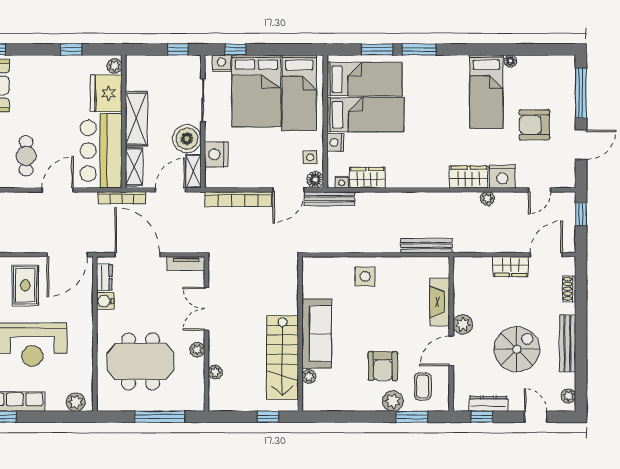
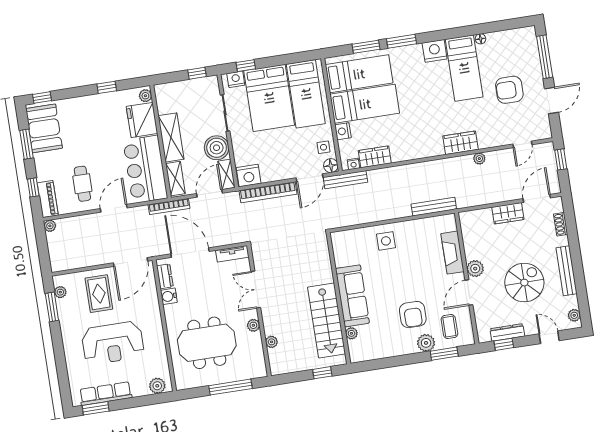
nightstand: (216, 154) -> (249, 176), moved, turned -90
nightstand: (502, 176) -> (435, 51), moved, turned 180

